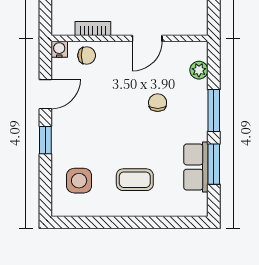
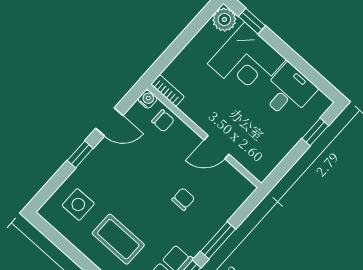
bookcase: (93, 29) -> (168, 91), moved
plant: (199, 70) -> (233, 202), removed
coffee table: (135, 180) -> (118, 239), width x1.36, depth x1.30

